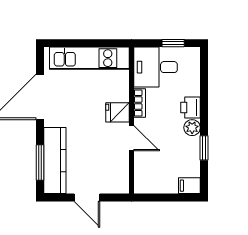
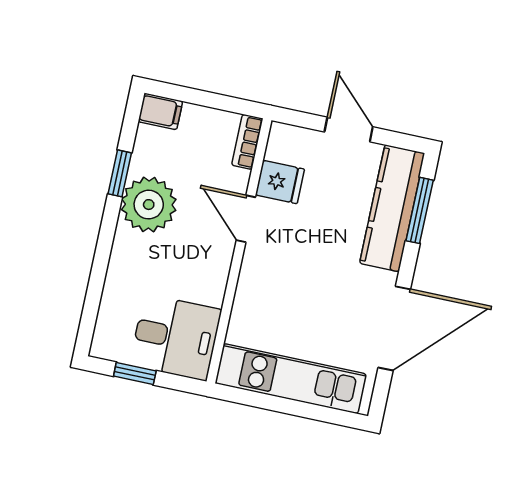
bookcase: (140, 103) -> (247, 142), moved
printer: (191, 107) -> (128, 251), removed
fridge: (118, 112) -> (280, 182), moved
plant: (192, 128) -> (149, 205), width x1.88, depth x1.88

